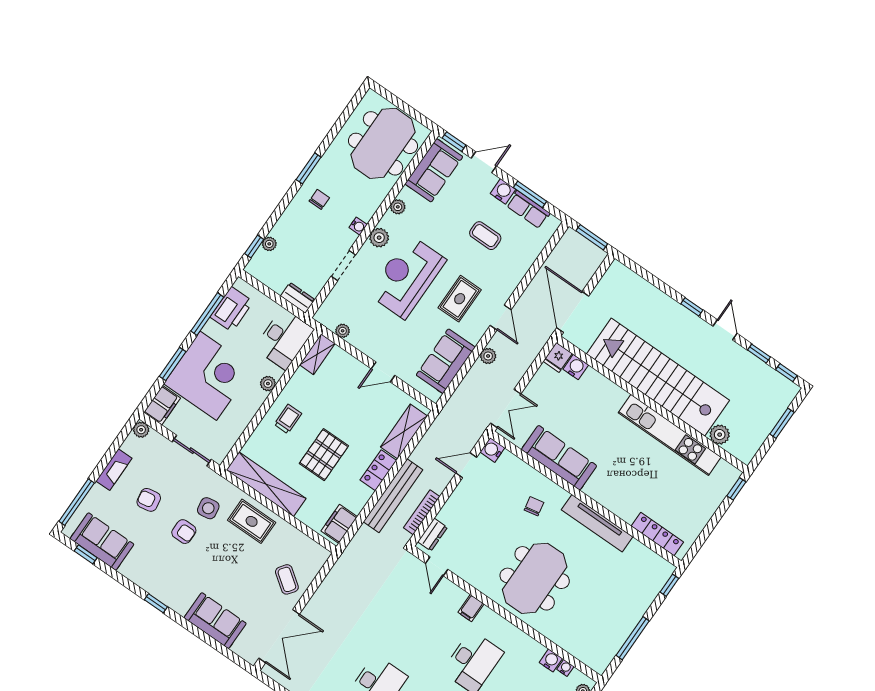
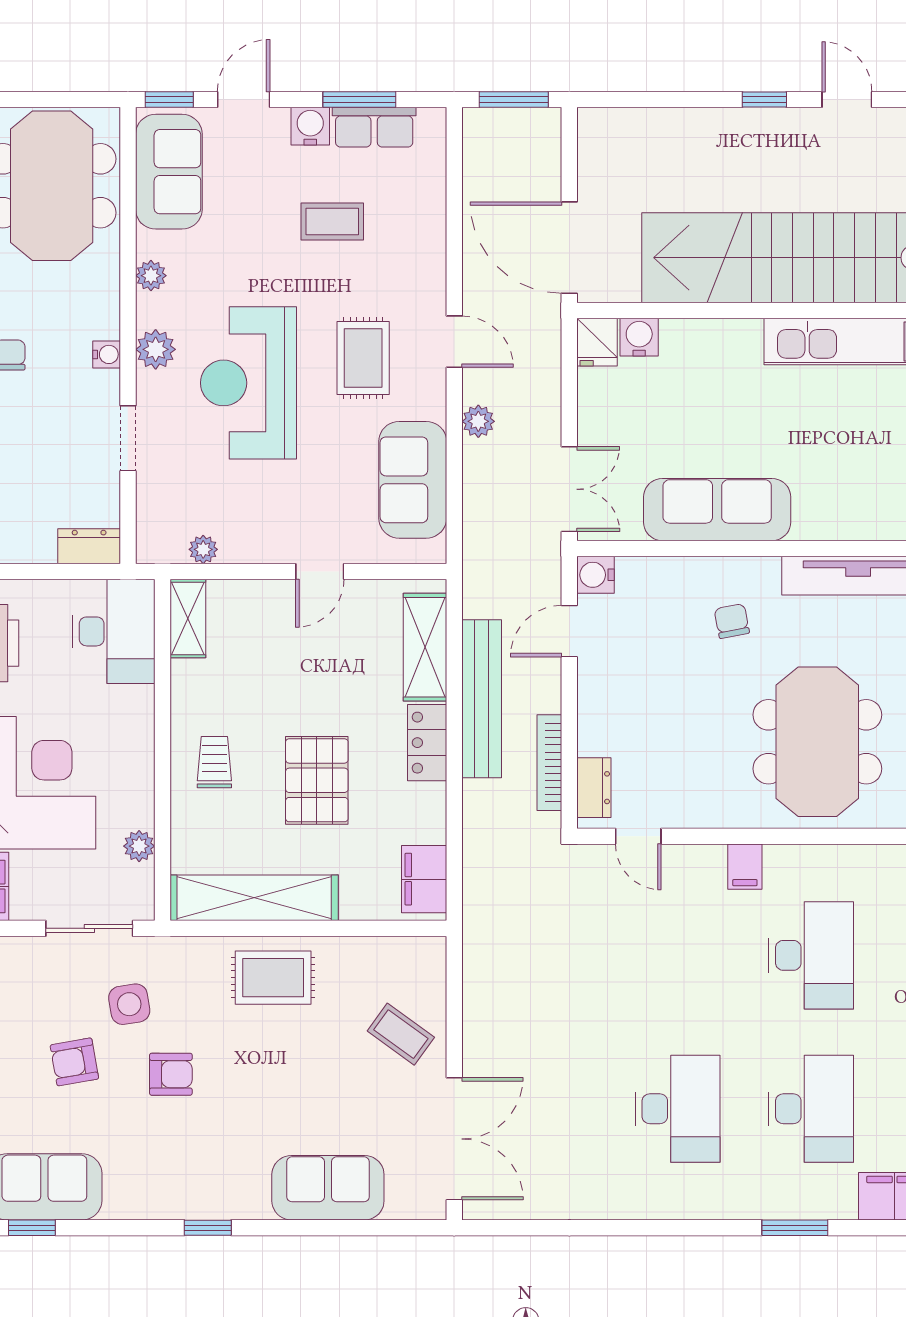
plant: (268, 384) -> (139, 846), moved
bench: (393, 496) -> (482, 699), moved
side table: (208, 508) -> (129, 1004), moved

